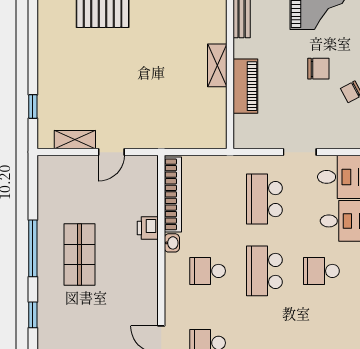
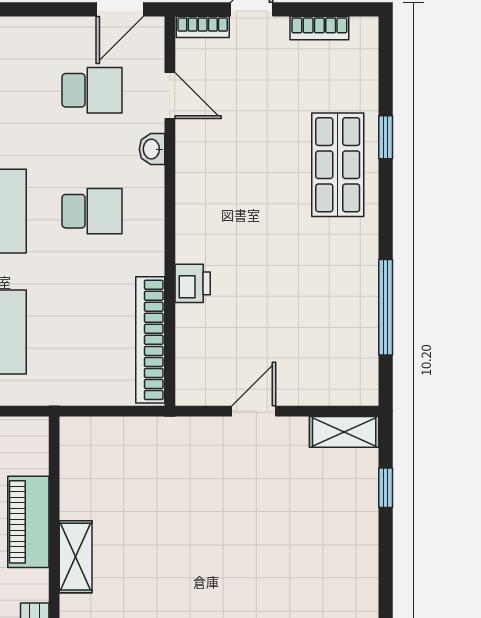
shelving: (75, 140) -> (344, 432), moved
washbasin: (172, 243) -> (152, 149), moved
window: (33, 248) -> (386, 307), moved
shop shelf: (80, 255) -> (338, 165), moved

